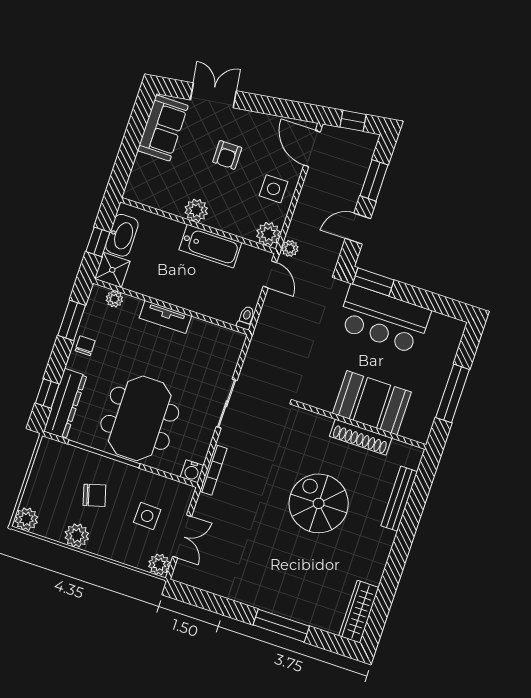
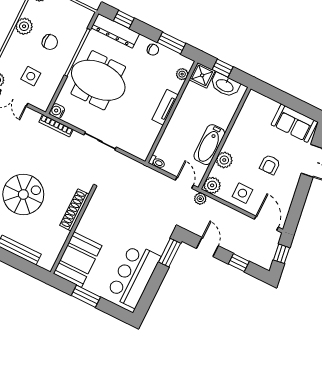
door: (312, 149) -> (266, 223), hinge flipped
armchair: (227, 155) -> (270, 165), turned -90
window: (374, 180) -> (239, 263), width x0.67
plant: (196, 210) -> (224, 160), moved
door: (270, 274) -> (184, 183), swing flipped
bar counter: (384, 319) -> (134, 276), moved
window: (453, 393) -> (86, 296), width x0.69
booth: (372, 403) -> (78, 260), moved
shoe rack: (361, 437) -> (74, 210), moved
chair: (94, 495) -> (50, 42), turned -74

